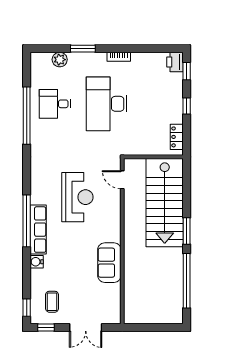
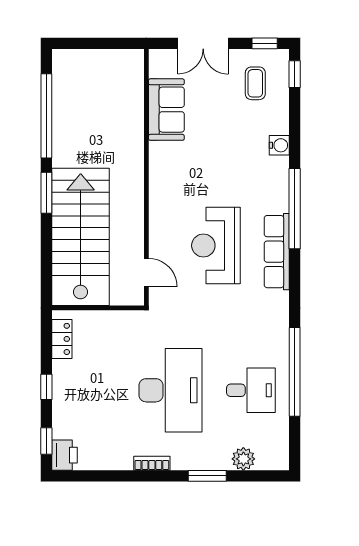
row of seats: (38, 230) -> (277, 252), moved
sofa: (109, 263) -> (166, 110), moved
double door: (86, 327) -> (203, 43), swing flipped

